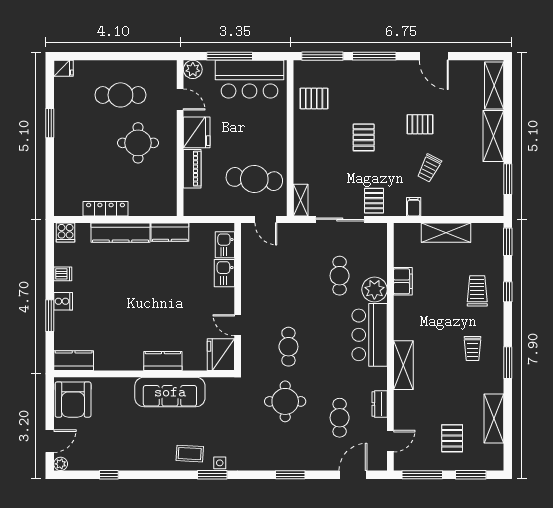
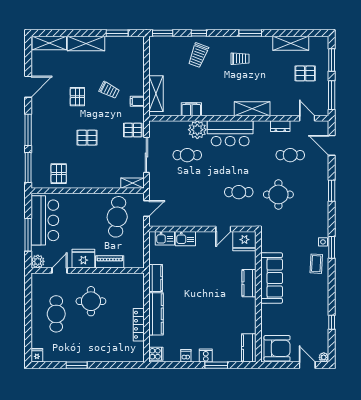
shelving: (446, 233) -> (156, 94), moved
trolley: (477, 291) -> (198, 55), turned -69

